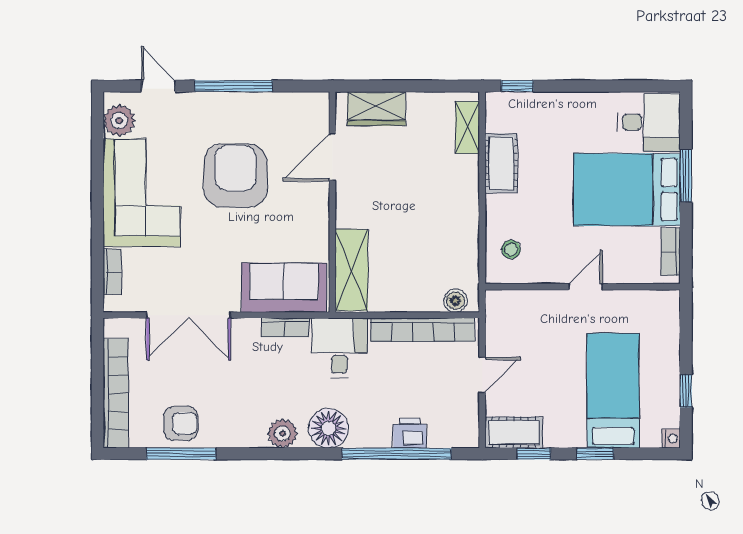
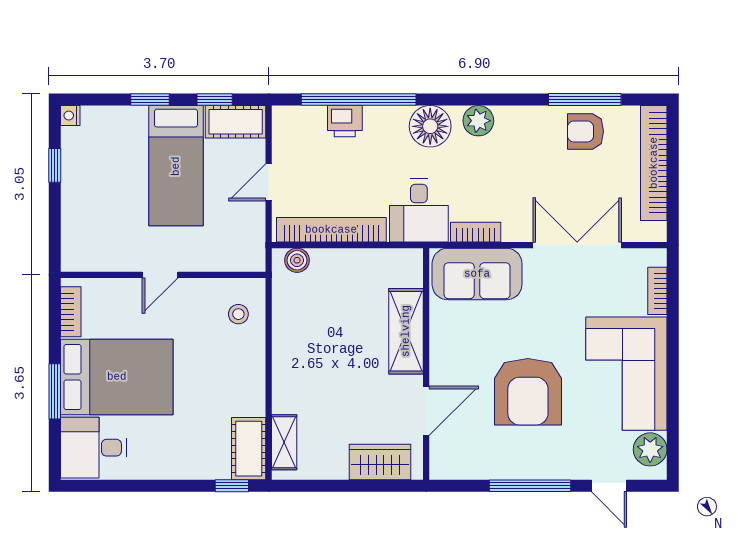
cot: (501, 163) -> (249, 449), moved
shelving: (352, 270) -> (406, 331), moved
bed: (613, 391) -> (176, 166), moved

